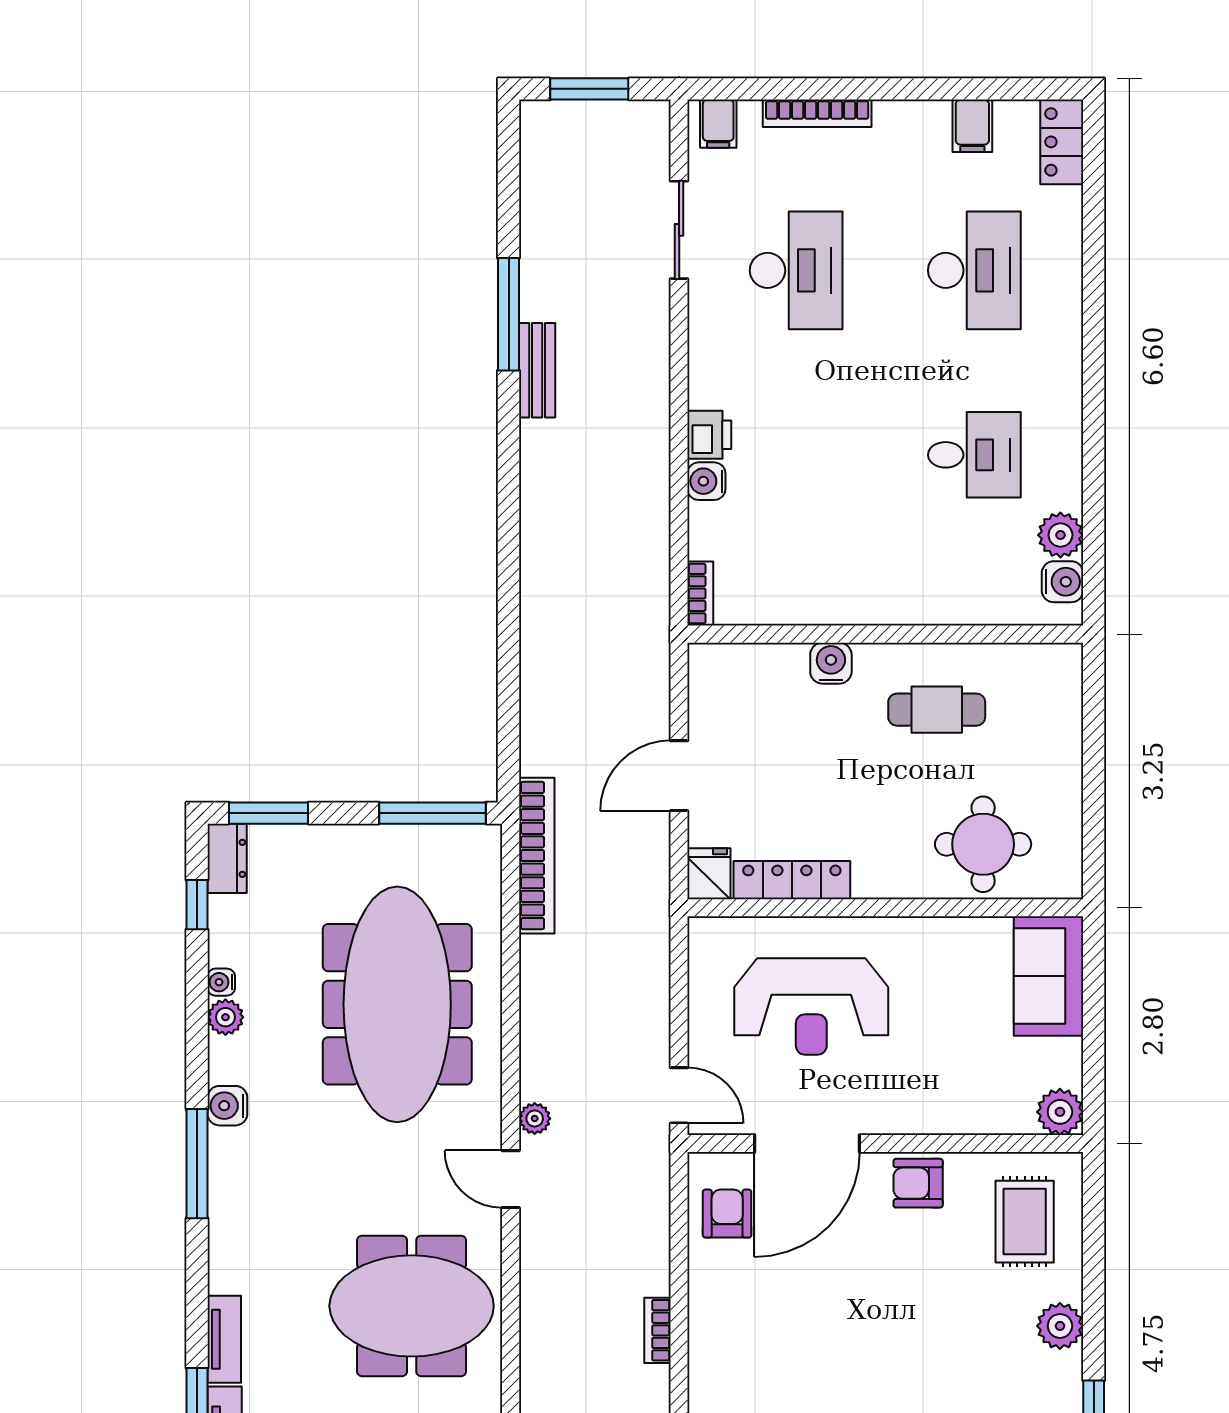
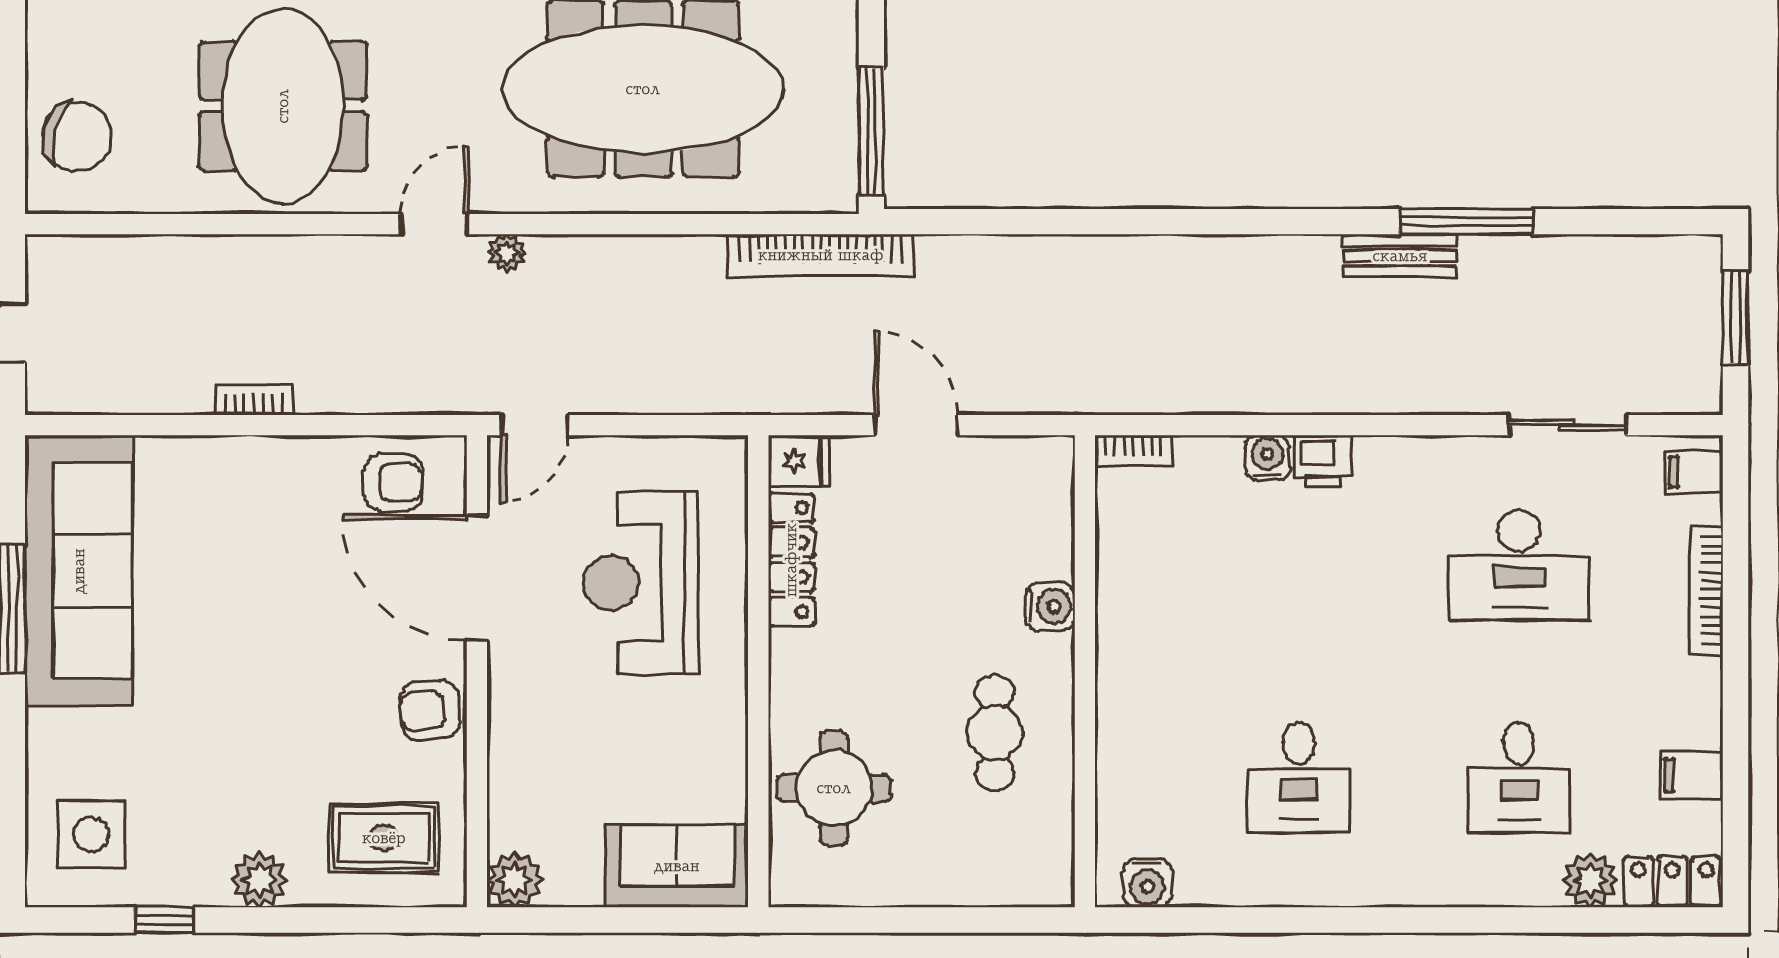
desk: (974, 270) -> (1519, 778), width x0.73
plant: (1060, 535) -> (1591, 880), moved
armchair: (918, 1183) -> (430, 710), turned -95

